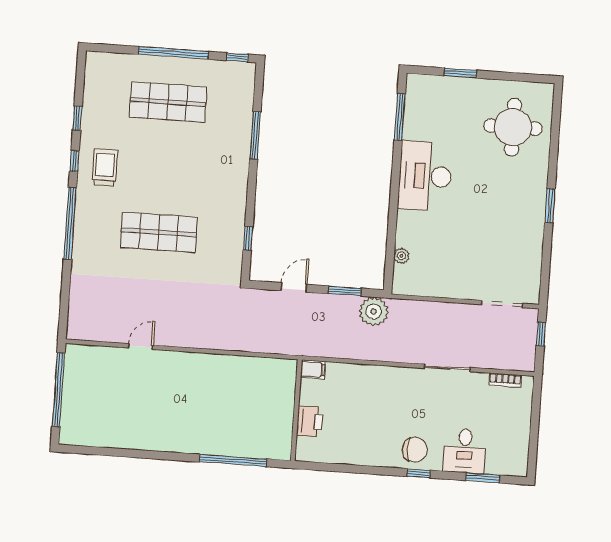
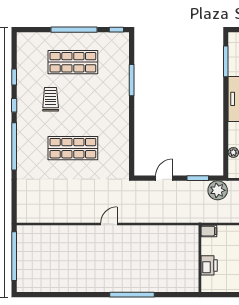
trolley: (105, 168) -> (51, 99), moved
window: (248, 238) -> (132, 148), removed
door: (141, 347) -> (109, 224), moved
filing cabinet: (313, 369) -> (209, 231), moved
wall: (296, 410) -> (200, 259), moved
printer: (310, 421) -> (209, 265), moved

